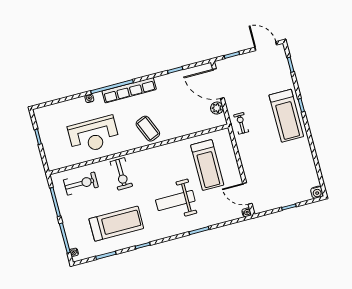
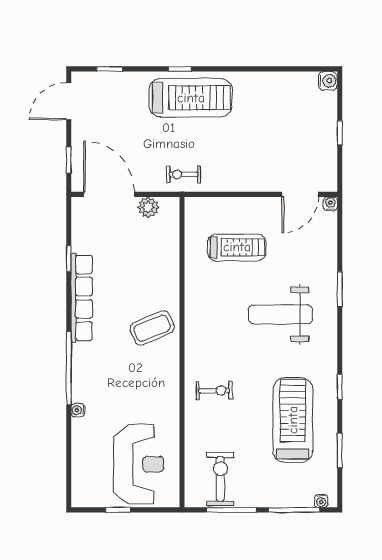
door: (218, 84) -> (109, 194), swing flipped
row of seats: (129, 90) -> (82, 298), moved
reception desk: (94, 135) -> (139, 464), moved
treadmill: (207, 165) -> (237, 247), width x0.73, depth x0.73
exercise bike: (121, 174) -> (214, 391), width x0.73, depth x0.72
exercise bike: (81, 184) -> (220, 479), moved
weight bench: (175, 200) -> (281, 314), turned 90

